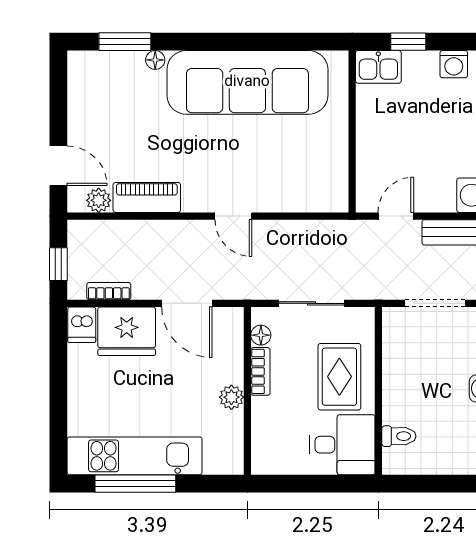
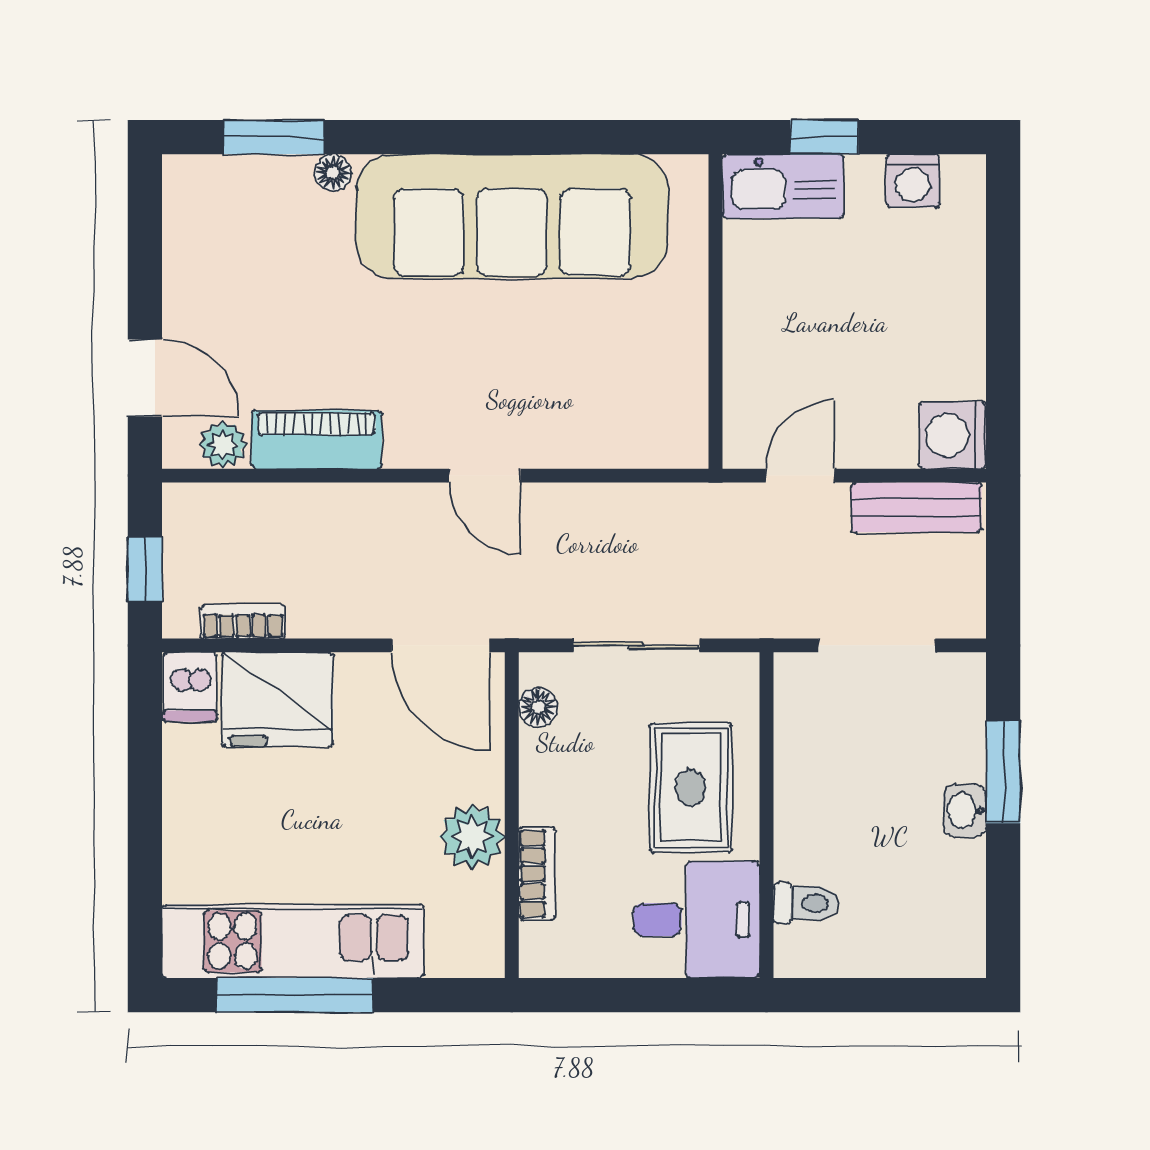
kitchen sink: (378, 67) -> (783, 186), width x1.38
door: (187, 303) -> (441, 645), moved
bookcase: (260, 371) -> (537, 874), moved
plant: (231, 397) -> (472, 837), width x1.38, depth x1.38

